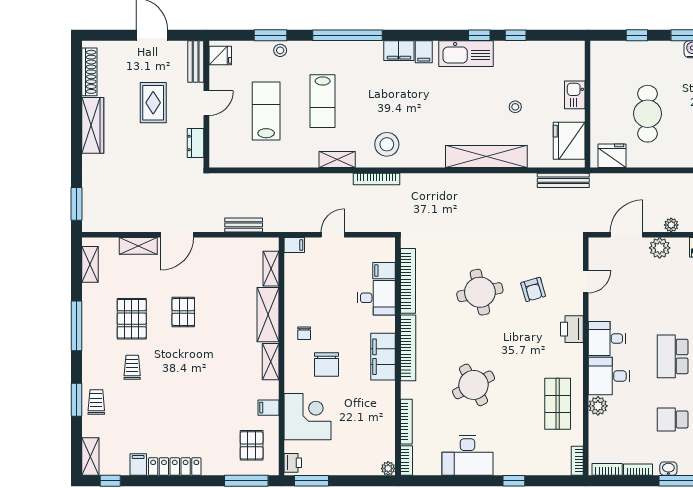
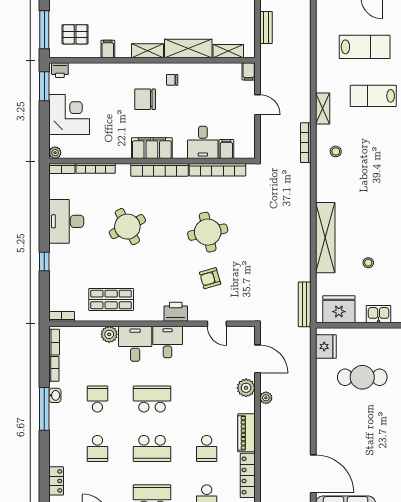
stool: (387, 144) -> (336, 151), width x0.53, depth x0.53
corner desk: (307, 417) -> (69, 114), moved, turned -90

